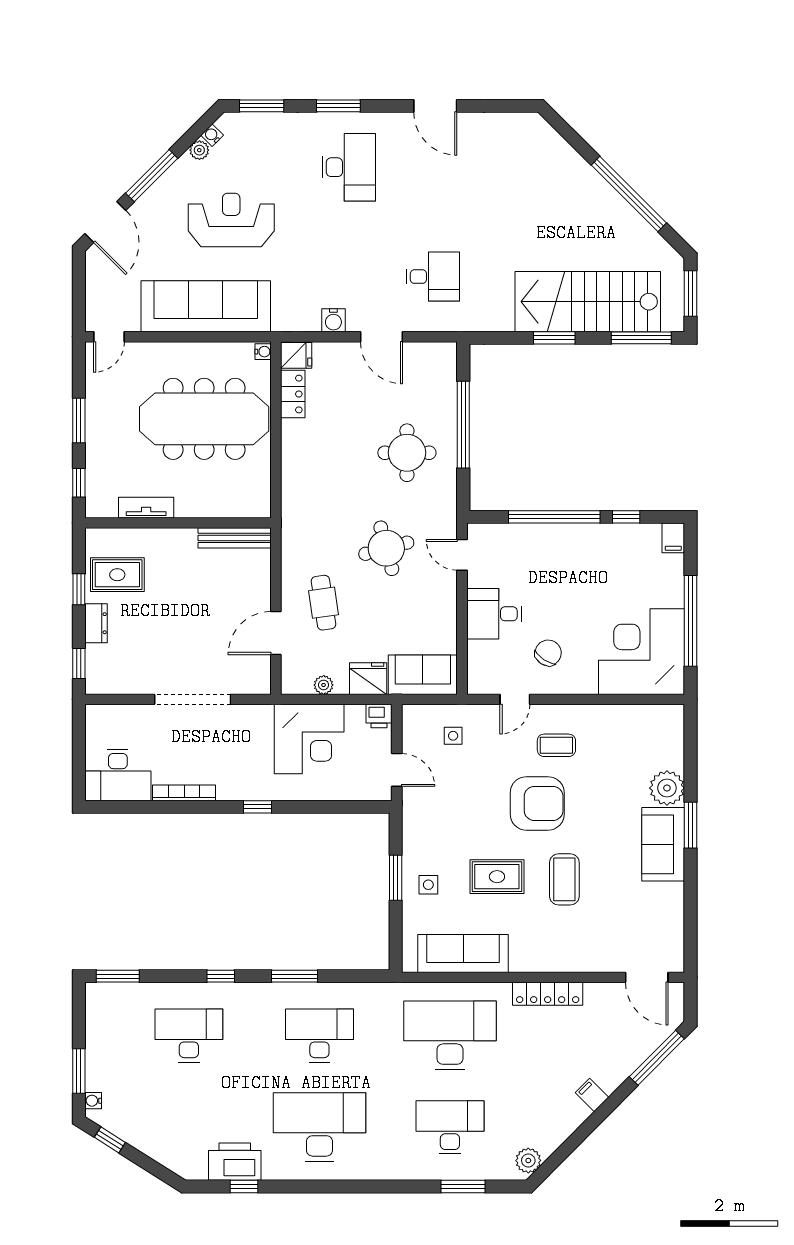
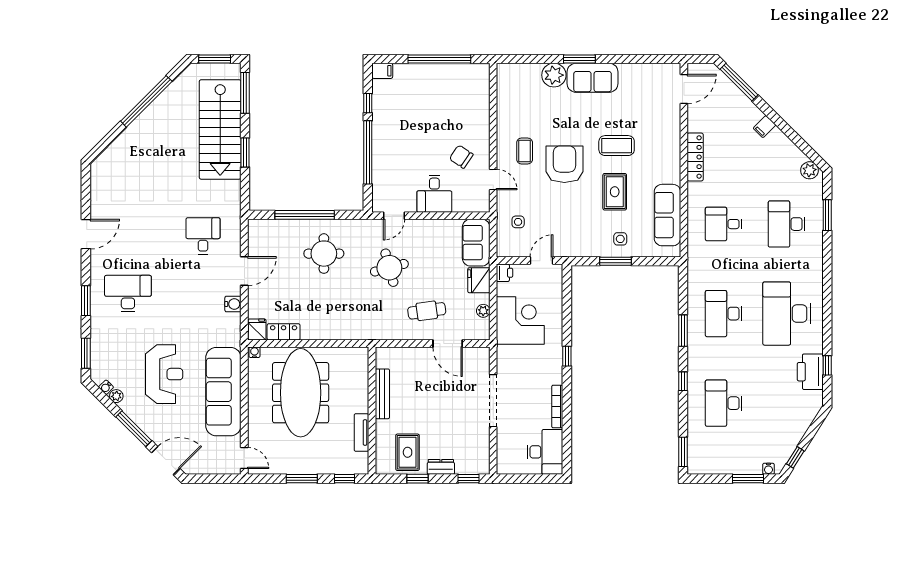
reception desk: (231, 220) -> (164, 374), turned 180
bench: (235, 538) -> (382, 394), moved
corner desk: (642, 652) -> (460, 93), removed
desk: (450, 1035) -> (724, 224), width x0.53, depth x0.77

